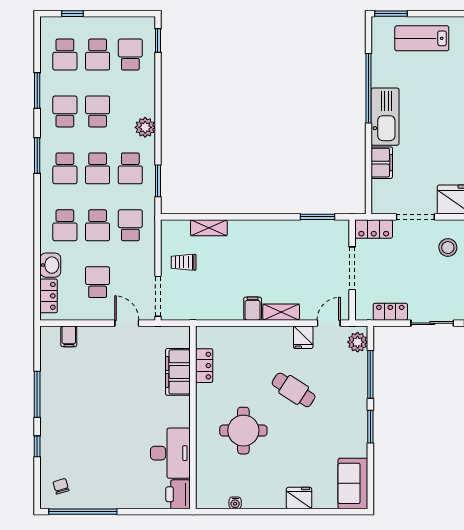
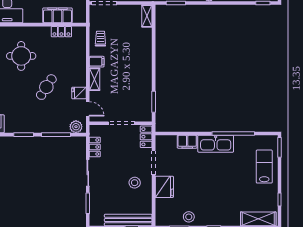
shelving: (209, 228) -> (147, 16), moved
trolley: (184, 262) -> (100, 39), moved

